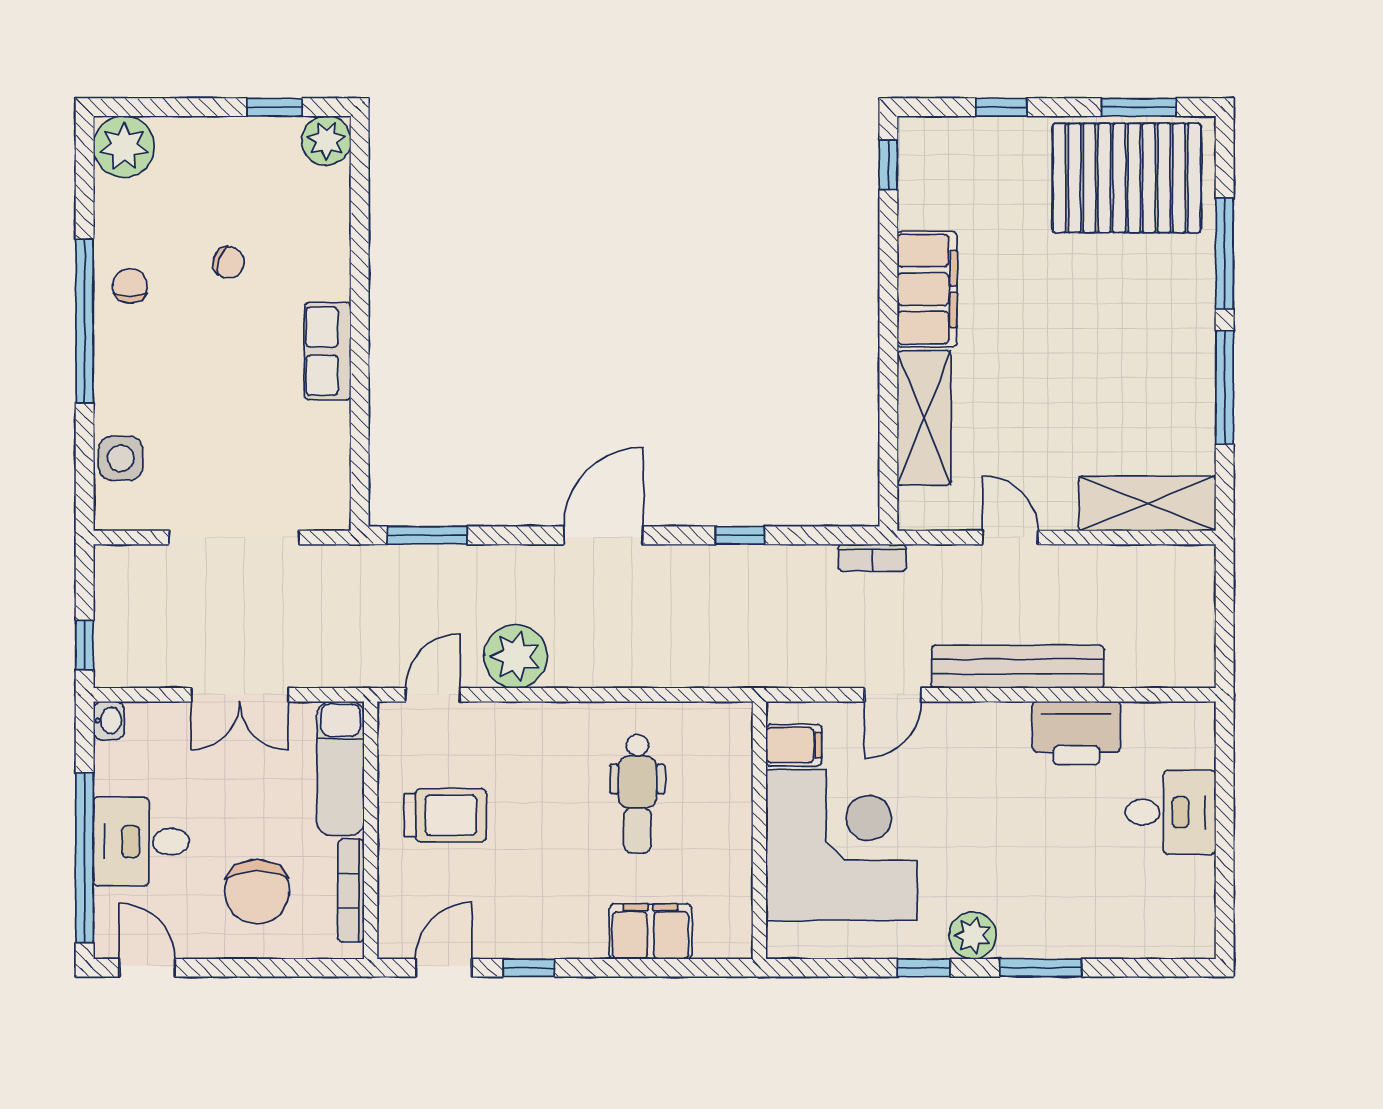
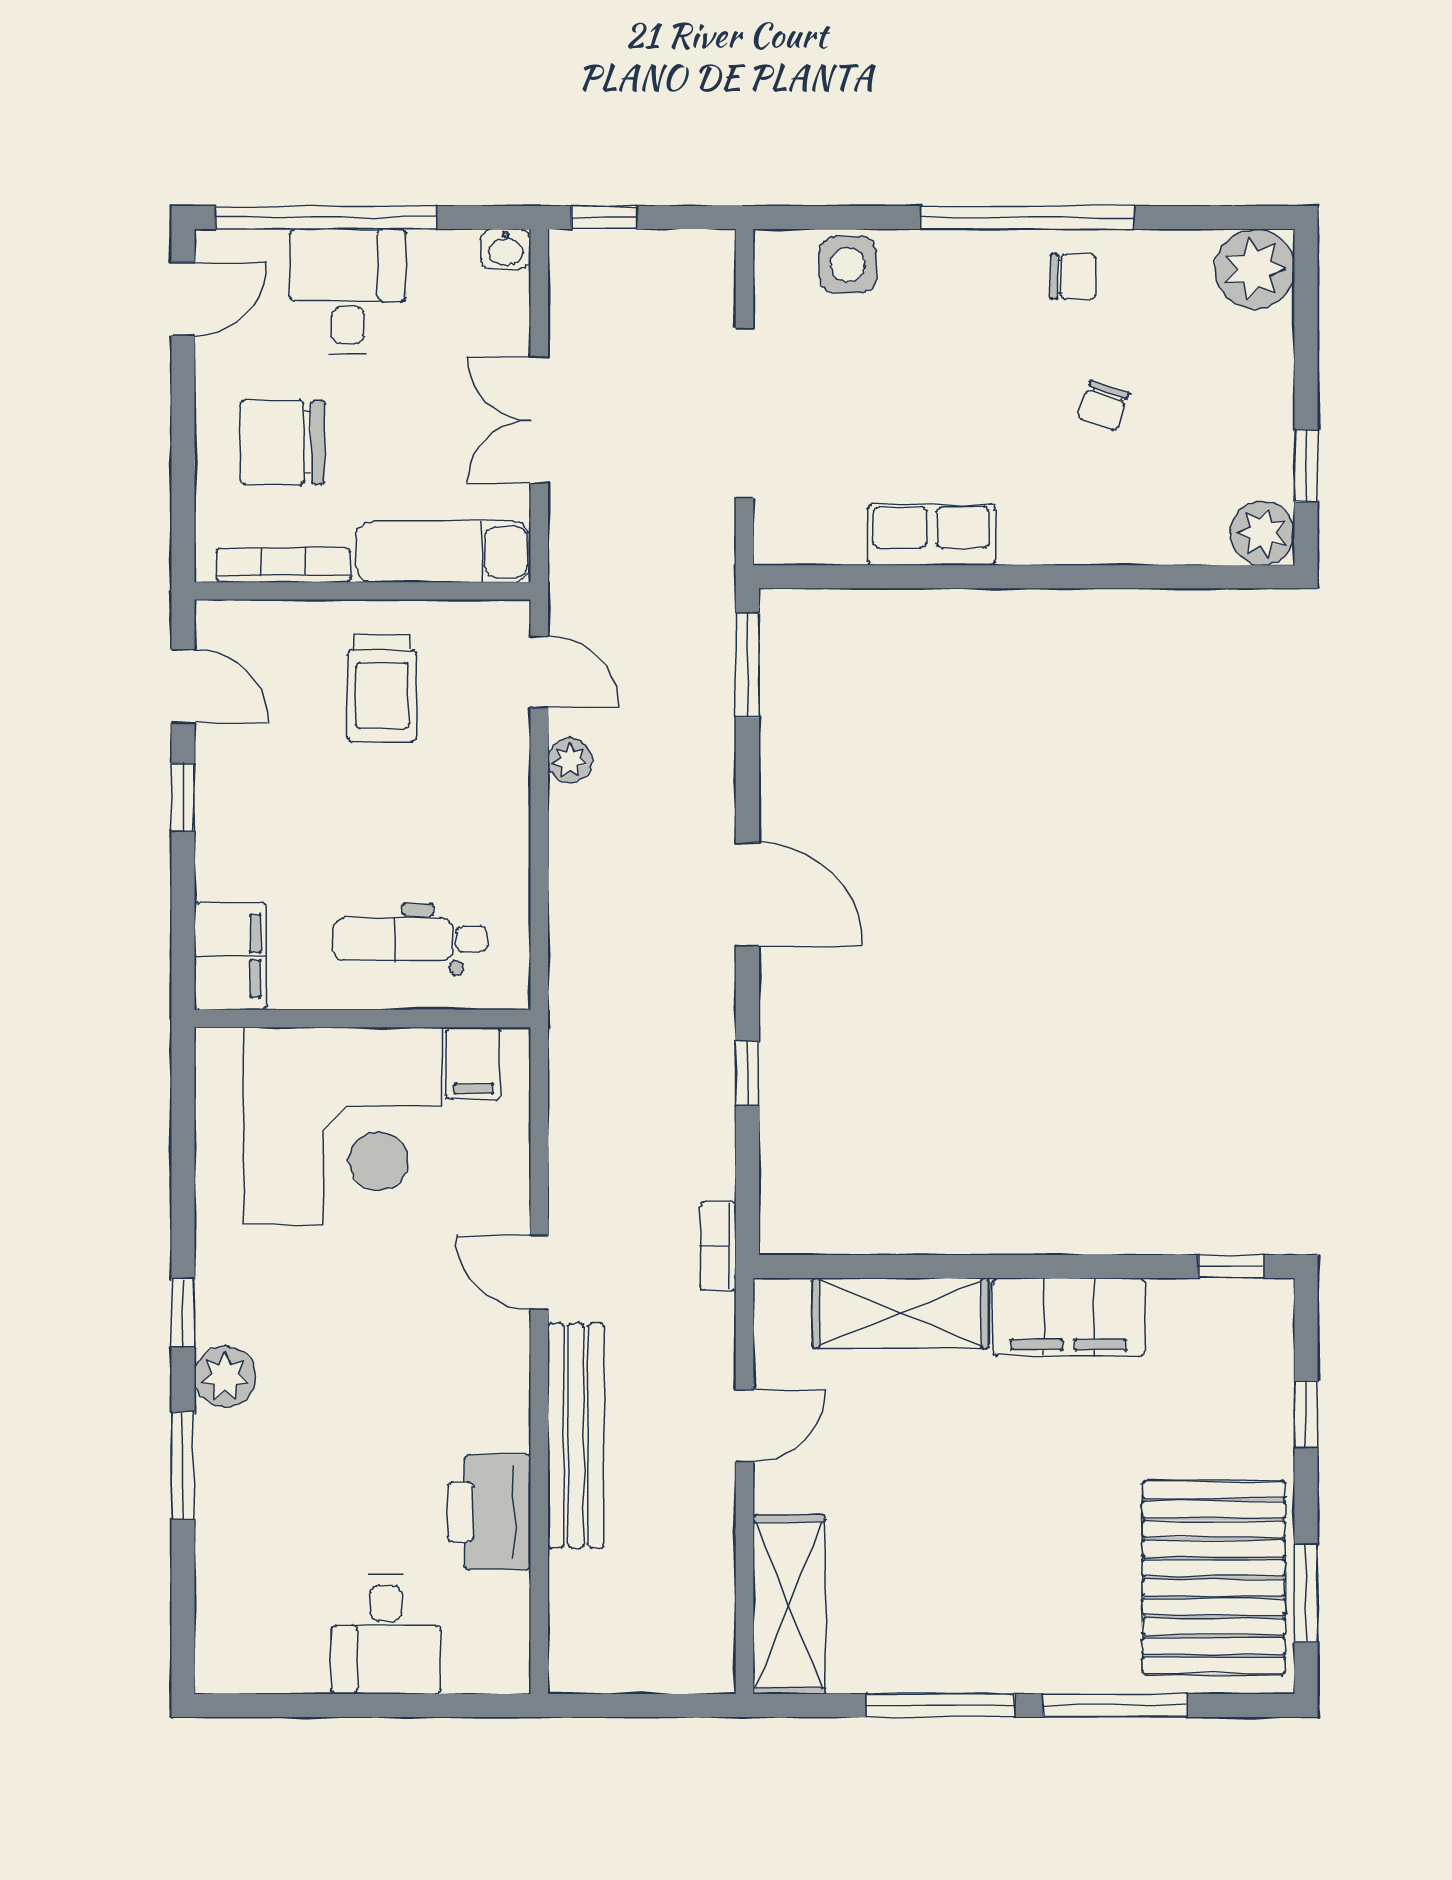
row of seats: (328, 351) -> (931, 535), moved
plant: (515, 656) -> (570, 761), width x0.53, depth x0.53
filing cabinet: (794, 745) -> (473, 1063), moved
wall: (759, 830) -> (363, 1019), moved
corner desk: (842, 845) -> (343, 1126), moved

